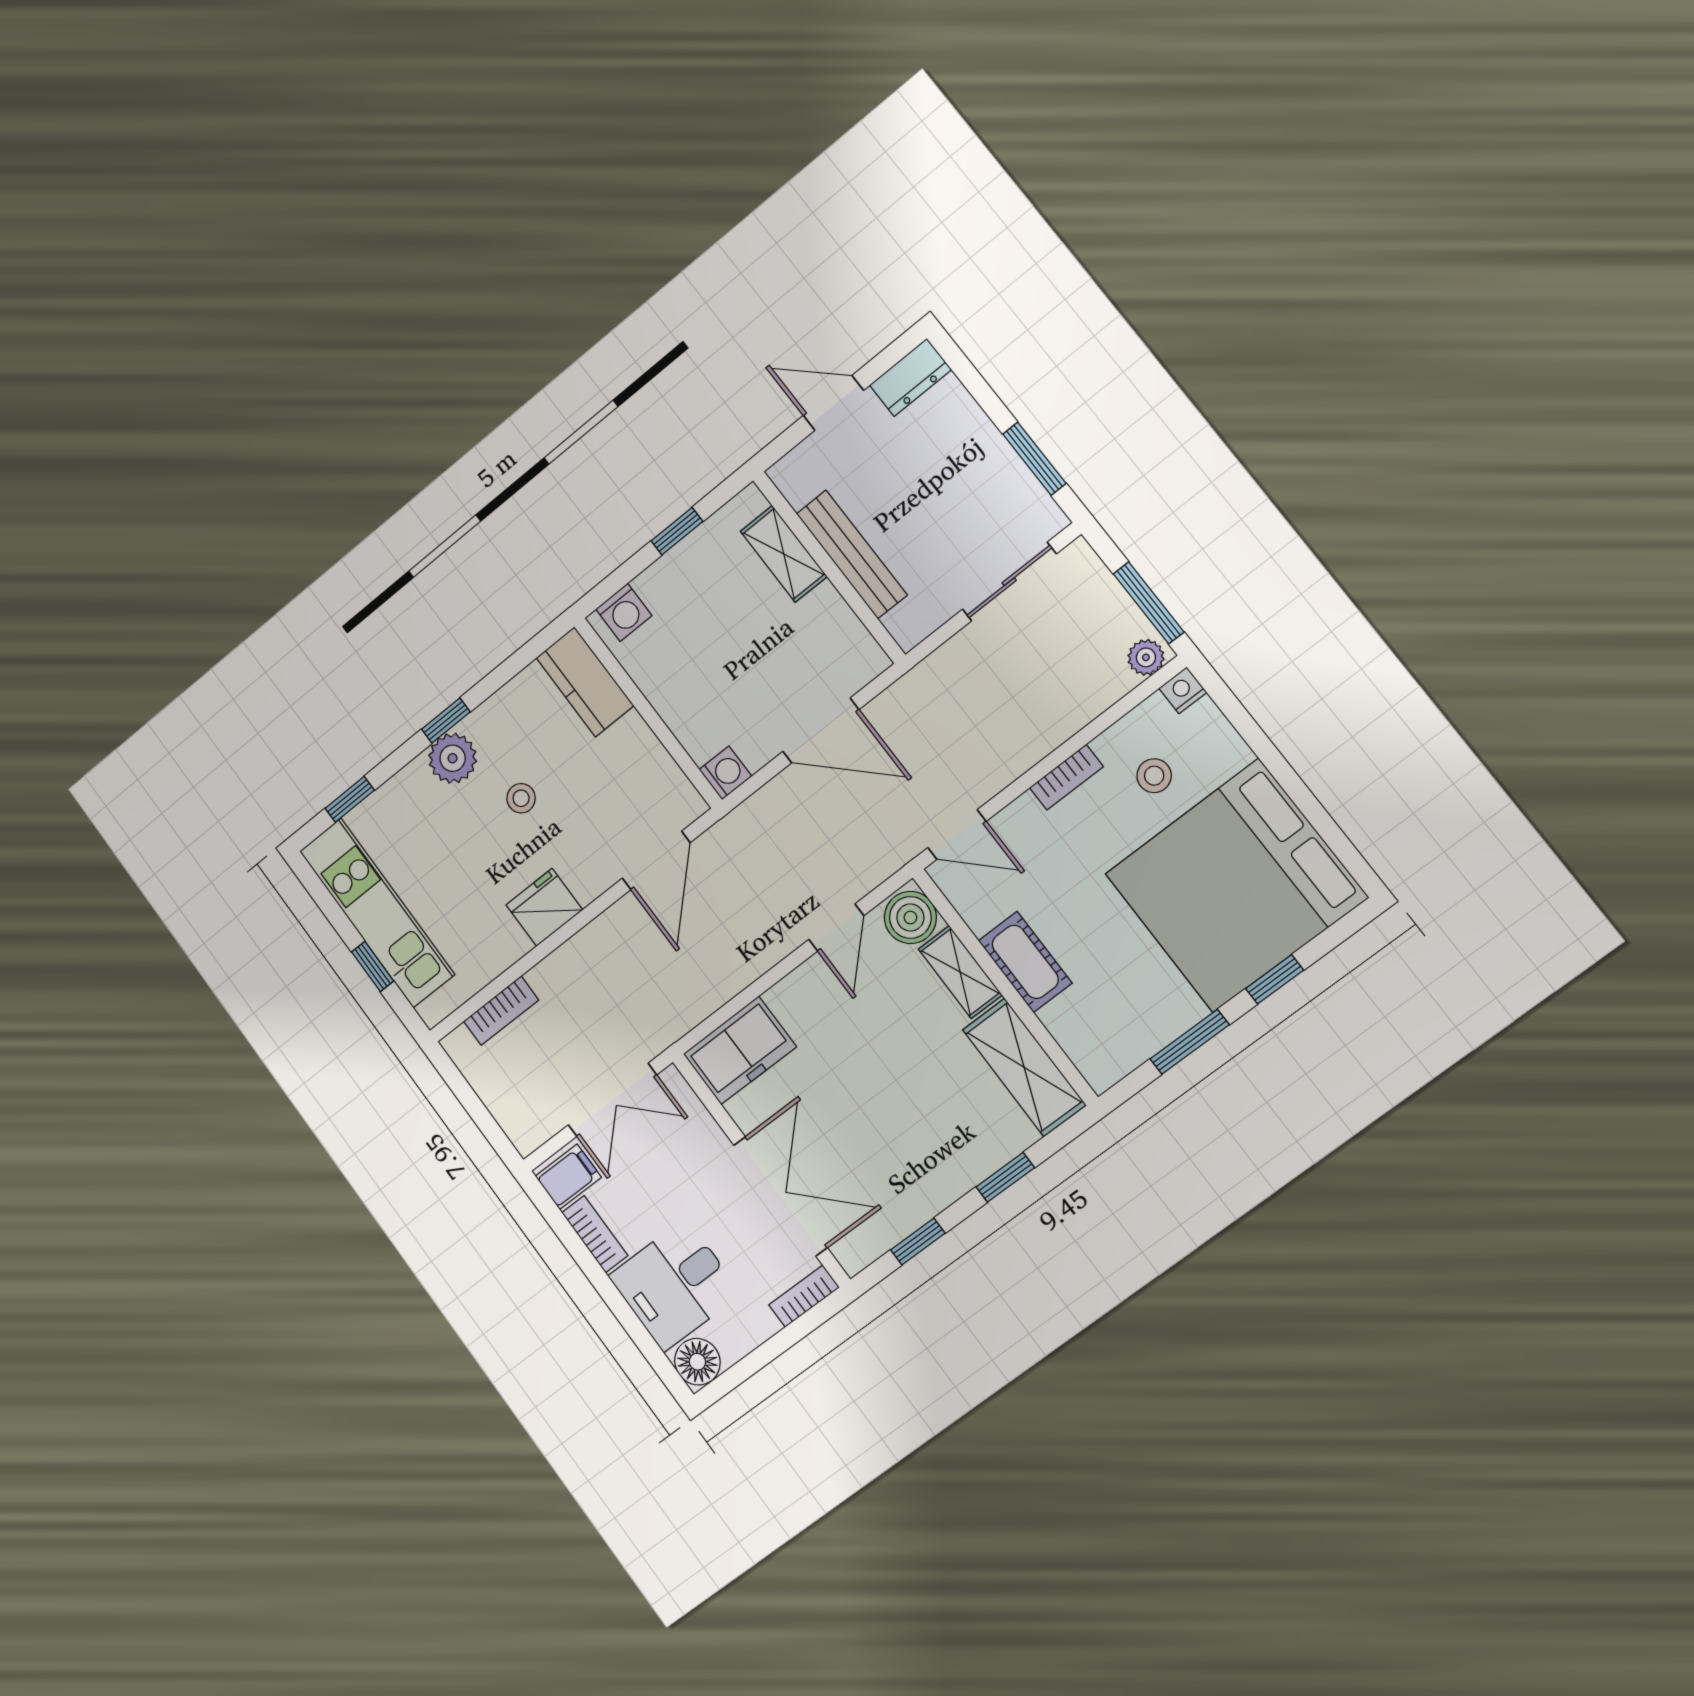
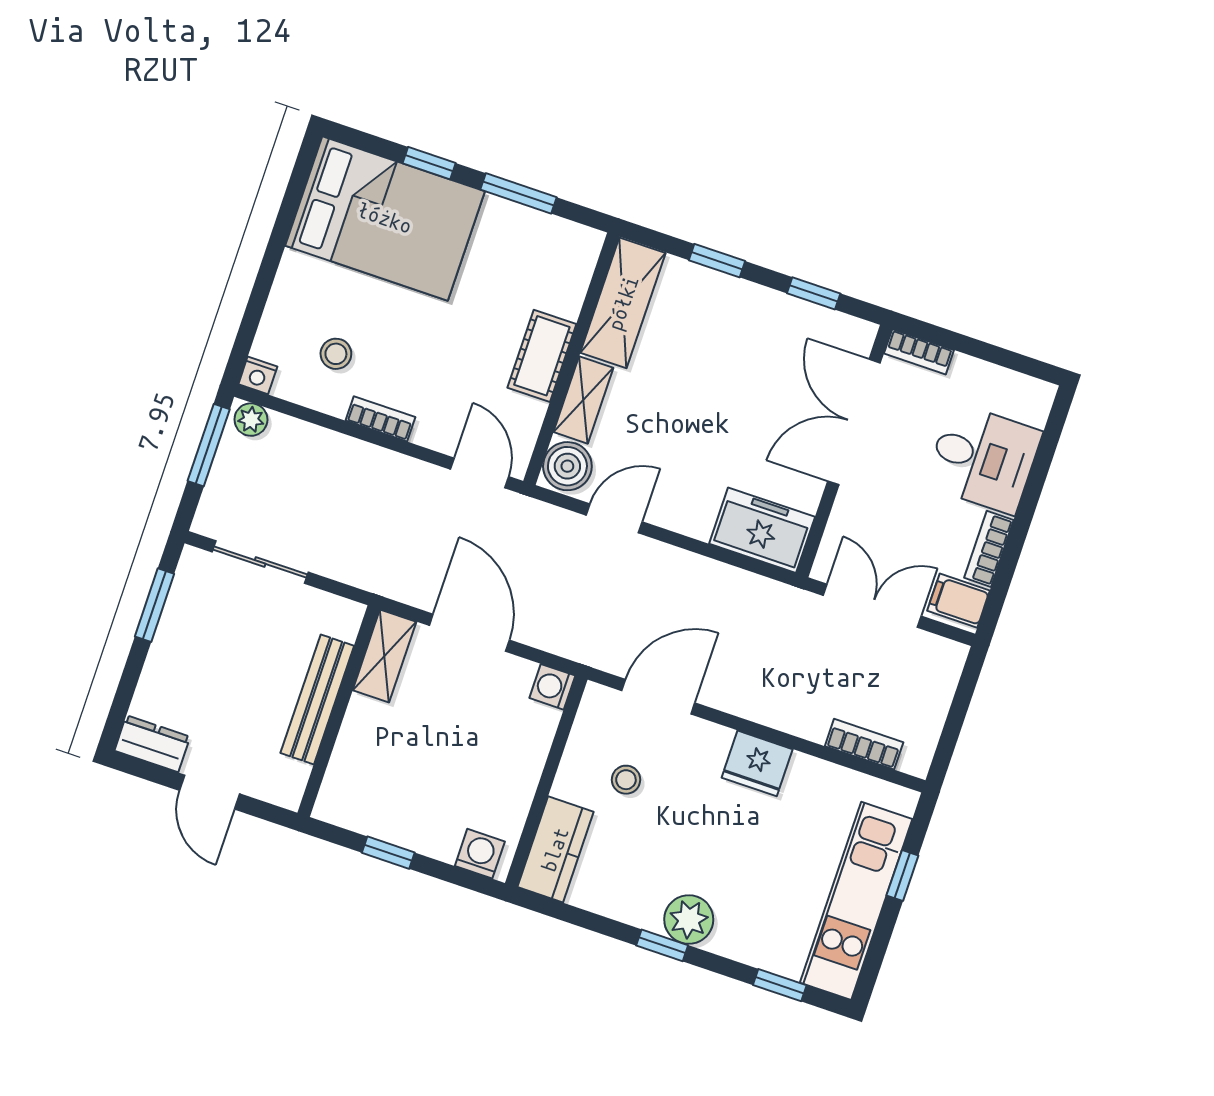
shelving: (784, 554) -> (384, 656), moved
stool: (521, 798) -> (626, 780), moved
bed: (1236, 886) -> (385, 218), width x0.73
floor lamp: (697, 1362) -> (1031, 400), removed

